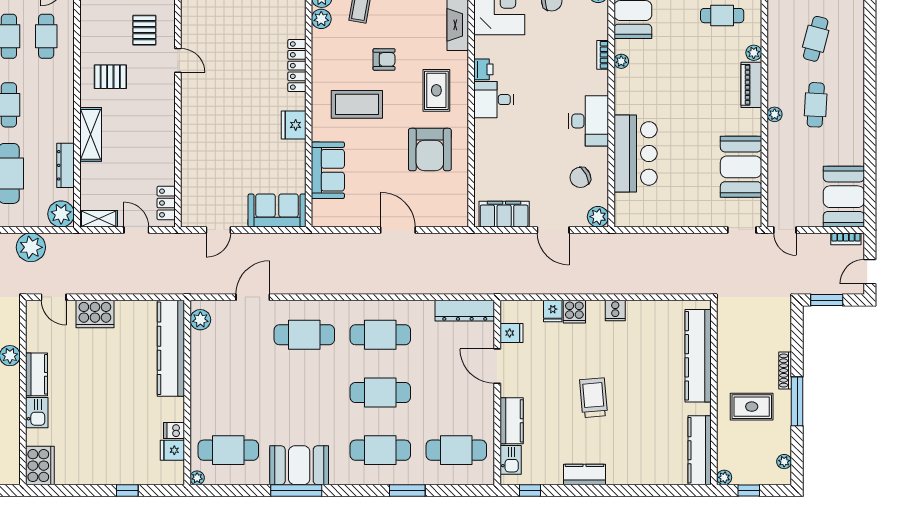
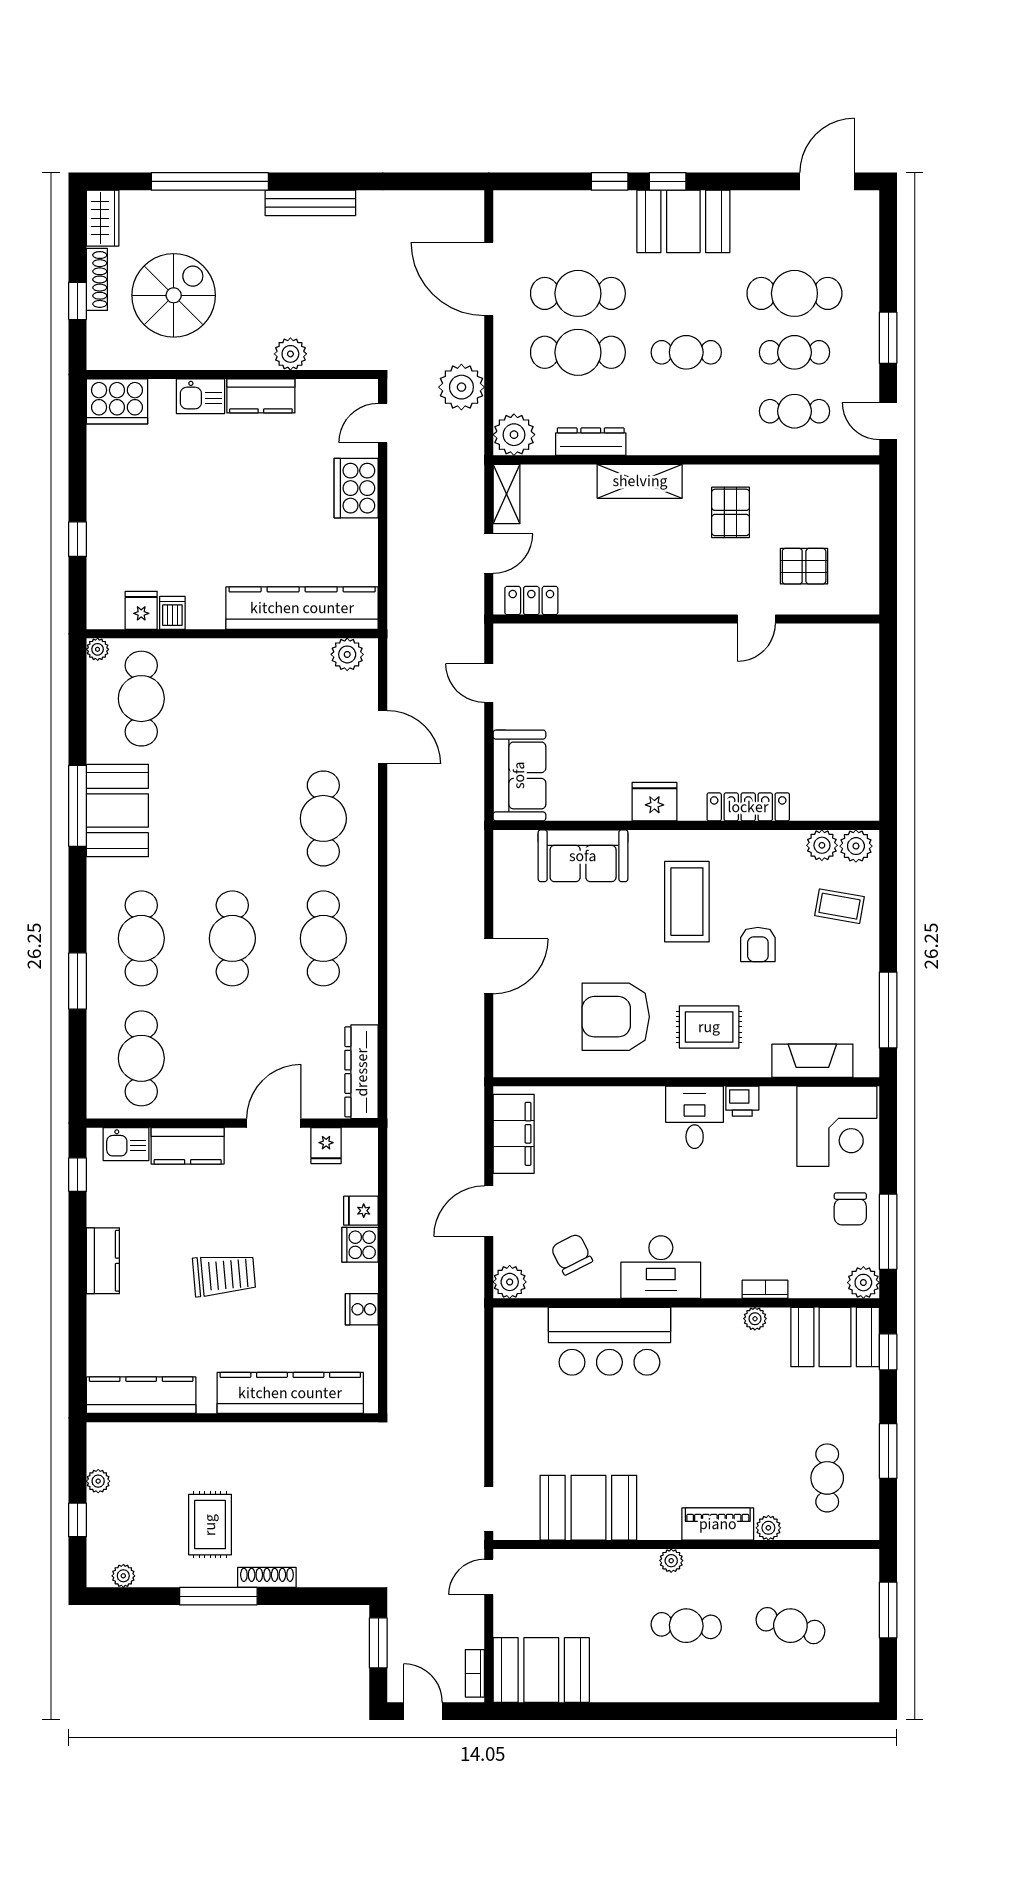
kitchen counter: (698, 356) -> (290, 1393), moved
wall: (714, 392) -> (232, 1418), moved
kitchen counter: (700, 450) -> (141, 1395), moved

